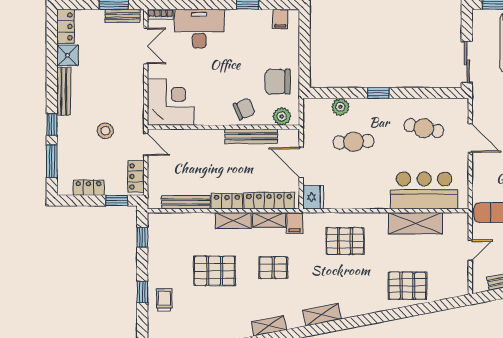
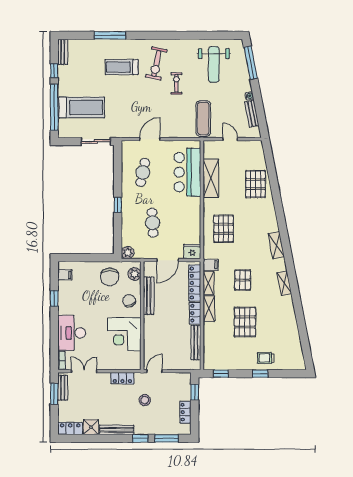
corner desk: (171, 102) -> (124, 334), moved, turned -90
plant: (340, 107) -> (128, 253), moved
locker: (136, 176) -> (122, 378), moved

